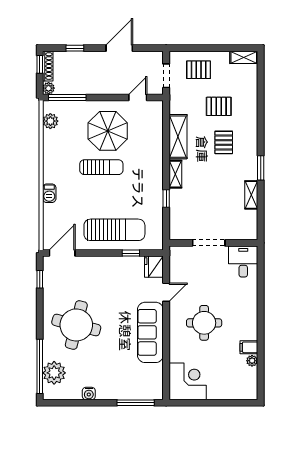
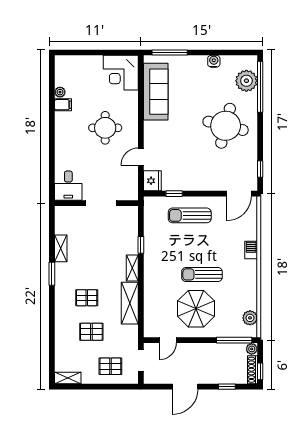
pallet: (224, 142) -> (87, 298), turned 90
sun lounger: (114, 230) -> (190, 215), width x0.73, depth x0.75
sofa: (150, 332) -> (156, 92), moved

